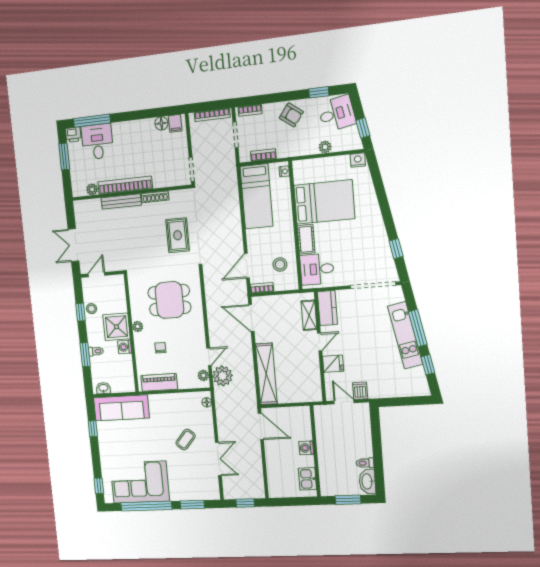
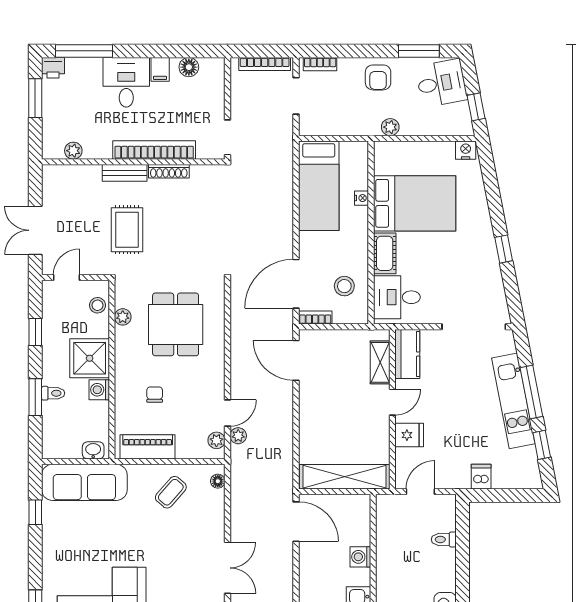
window: (319, 92) -> (419, 51), width x1.50
armchair: (291, 115) -> (378, 77), turned 53
filing cabinet: (175, 123) -> (160, 69), moved
desk: (97, 142) -> (126, 82), moved
plant: (325, 147) -> (390, 127), moved
bookcase: (263, 155) -> (334, 129), removed
nightstand: (284, 171) -> (361, 198), moved
bookcase: (125, 185) -> (154, 150), moved
bench: (121, 201) -> (125, 173), width x0.73
rug: (178, 235) -> (127, 230), moved
window: (396, 249) -> (504, 249), moved
door: (247, 266) -> (296, 284), width x1.36
dining table: (169, 300) -> (176, 324), turned 90
stool: (92, 309) -> (97, 305), moved
plant: (138, 327) -> (123, 317), moved
shelving: (266, 374) -> (345, 477), moved, turned 90
plant: (223, 376) -> (238, 436), width x0.53, depth x0.53
washbasin: (103, 388) -> (93, 450), moved
dishwasher: (360, 391) -> (481, 477), moved
door: (344, 402) -> (420, 492), hinge flipped
coffee table: (186, 440) -> (171, 492), moved
toilet: (365, 463) -> (444, 539), moved

